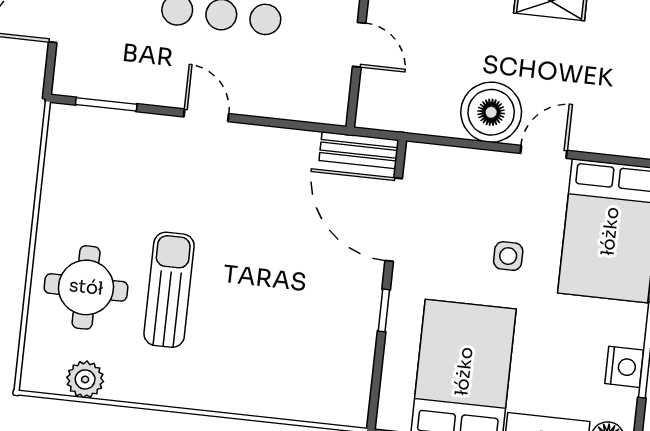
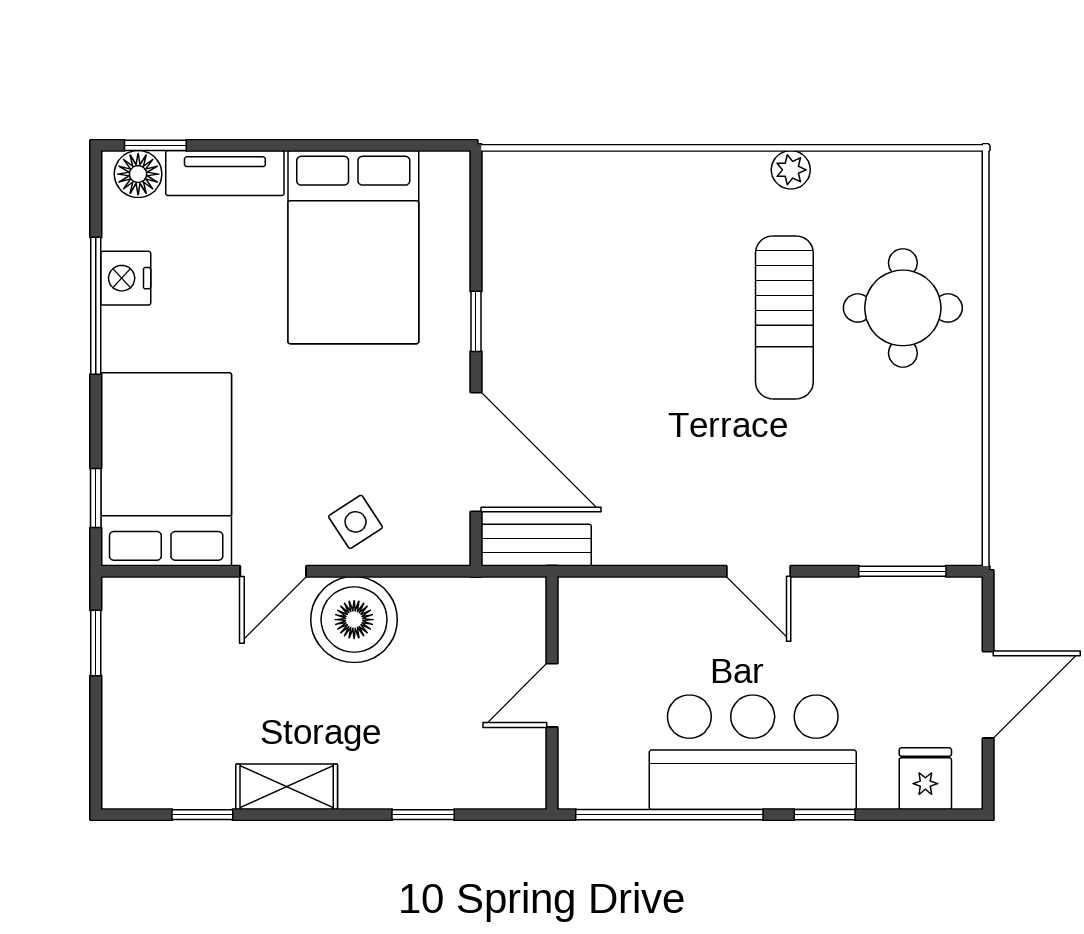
door: (359, 45) -> (552, 695), hinge flipped
side table: (508, 256) -> (356, 522), moved, turned -33
plant: (85, 379) -> (791, 170), moved, width x0.73, depth x0.73

